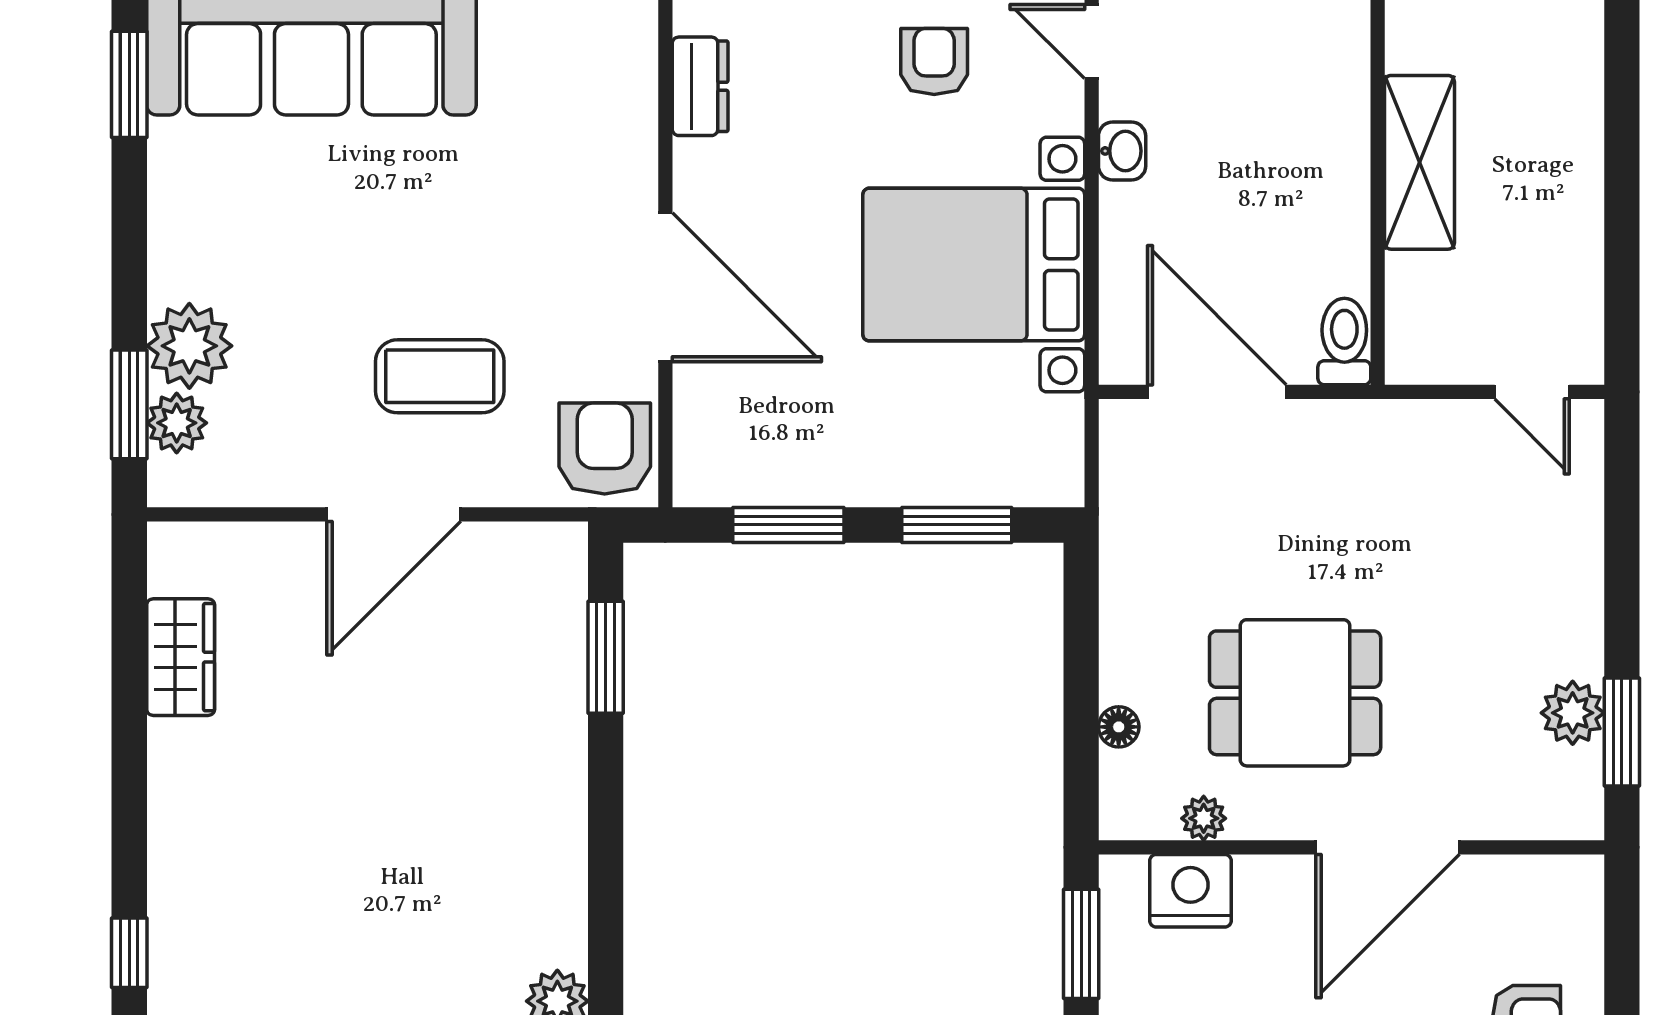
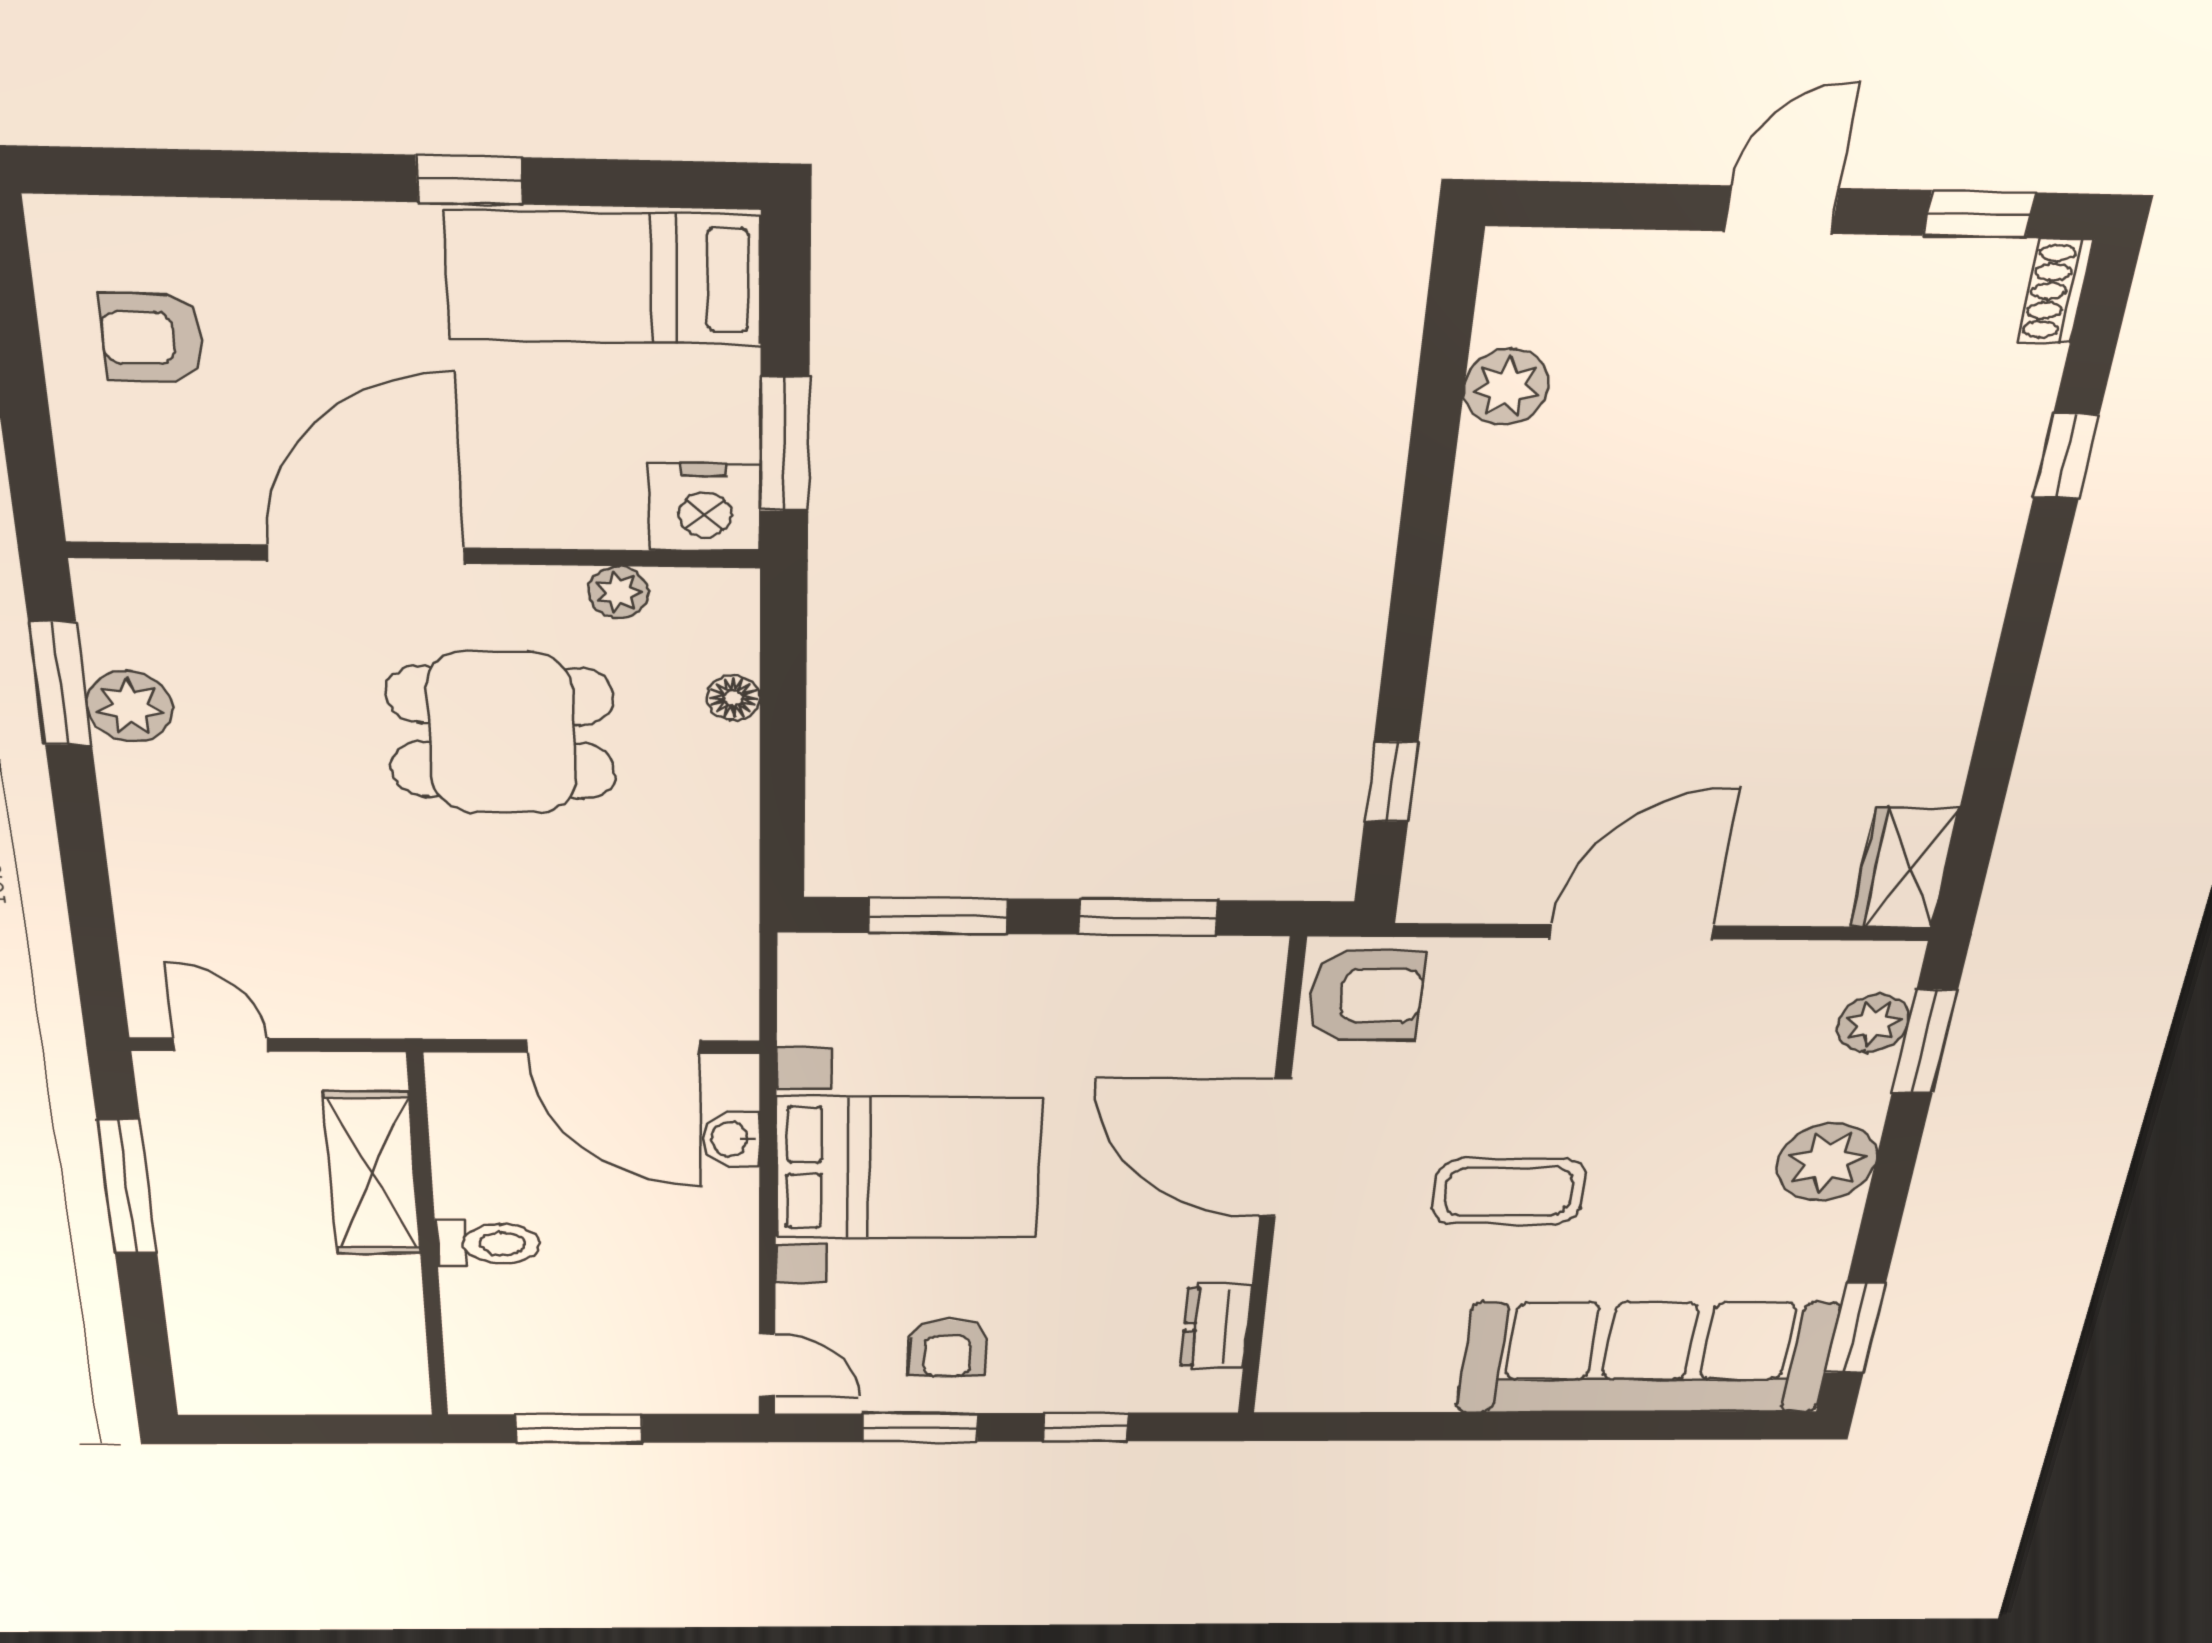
washbasin: (1122, 151) -> (731, 1139), moved
shelving: (1420, 162) -> (372, 1174), moved
window: (1622, 242) -> (127, 1187), added
toilet: (1344, 341) -> (488, 1244), moved, turned -90
plant: (189, 346) -> (1827, 1162), moved
coffee table: (440, 376) -> (1509, 1192), moved
armchair: (605, 449) -> (1366, 995), turned -90
wardrobe: (181, 657) -> (1904, 868), moved
window: (606, 657) -> (1391, 782), width x0.67
nightstand: (1190, 891) -> (705, 508), moved

